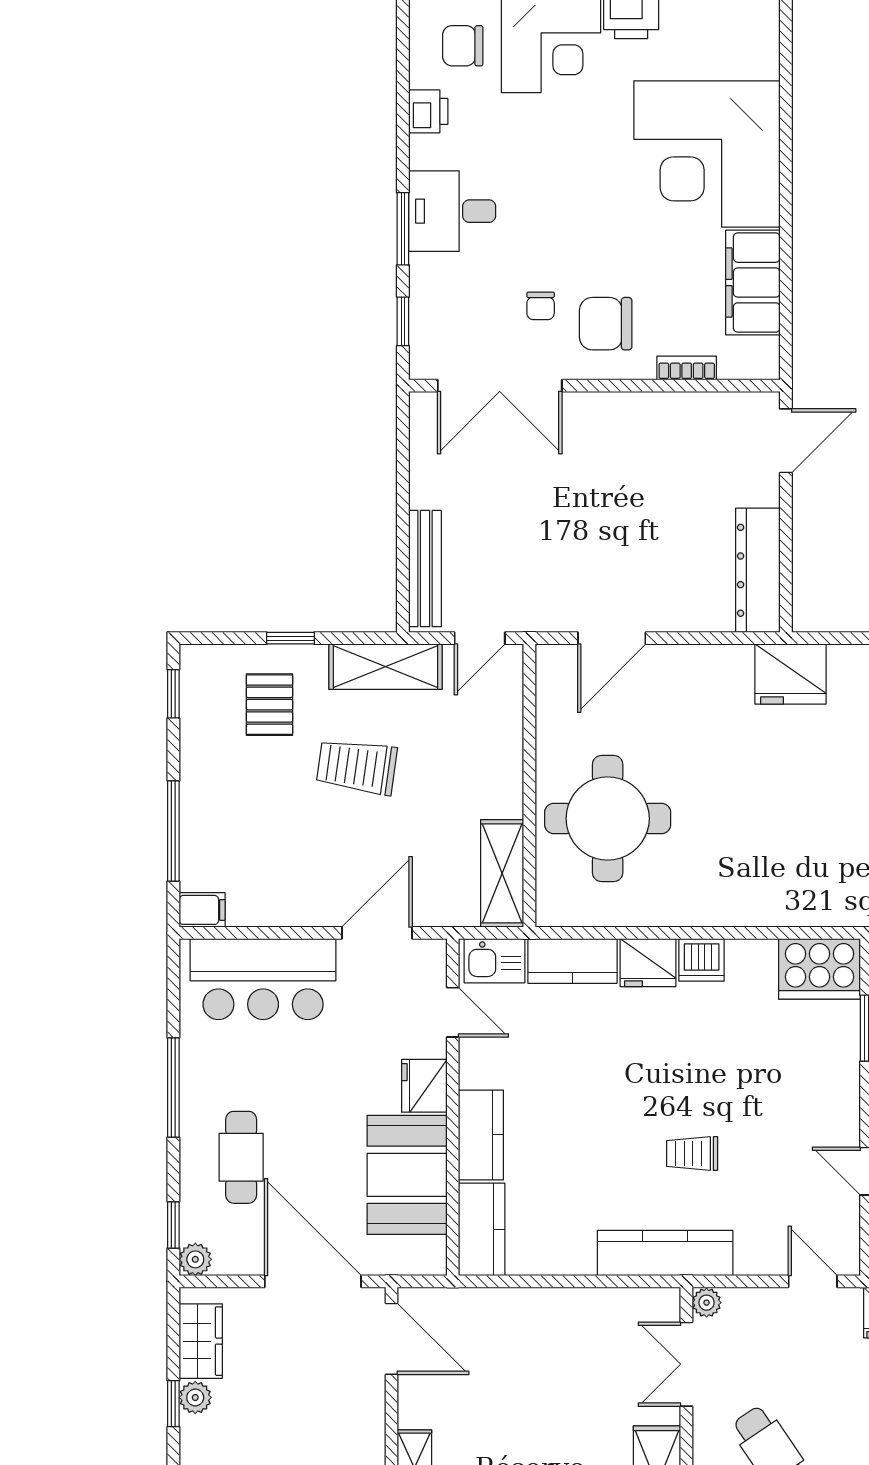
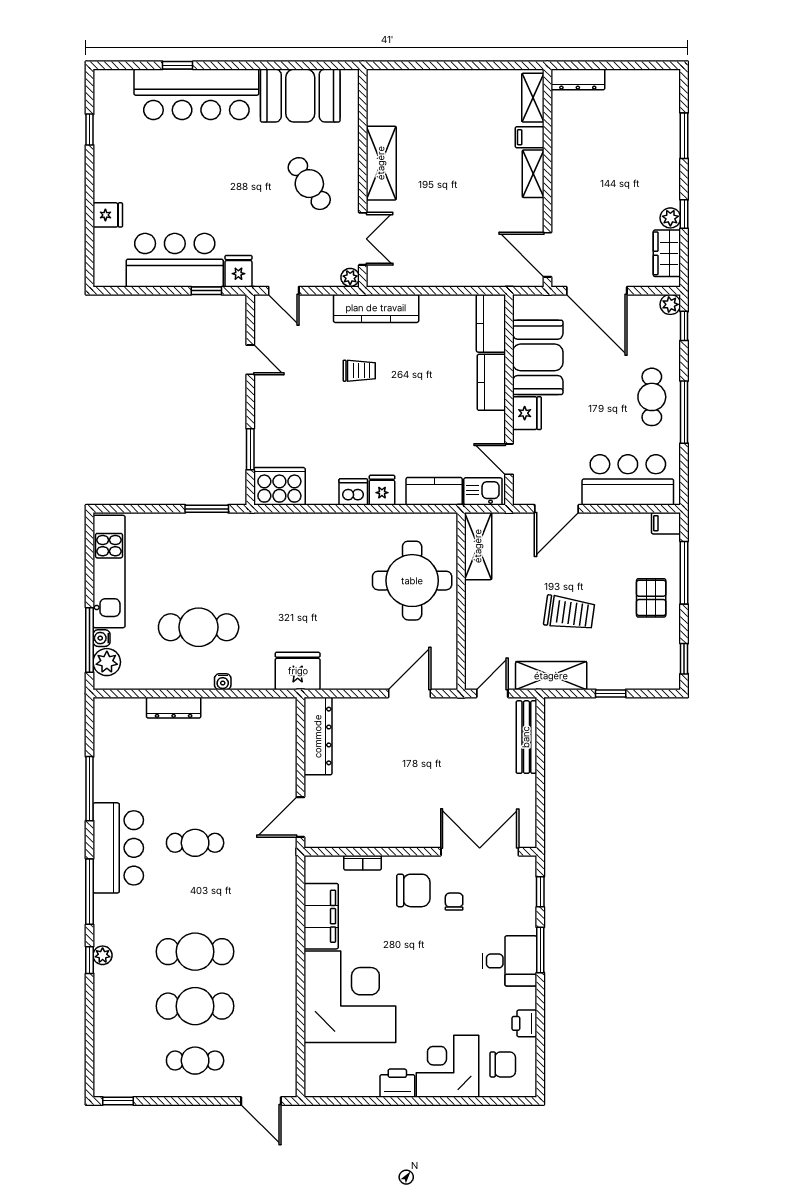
pallet: (269, 705) -> (651, 598), moved
fridge: (648, 963) -> (382, 490), width x0.72
cafe table: (241, 1157) -> (652, 397), moved

